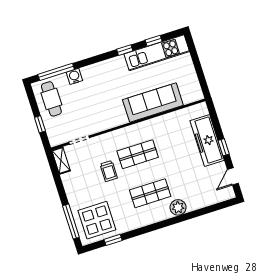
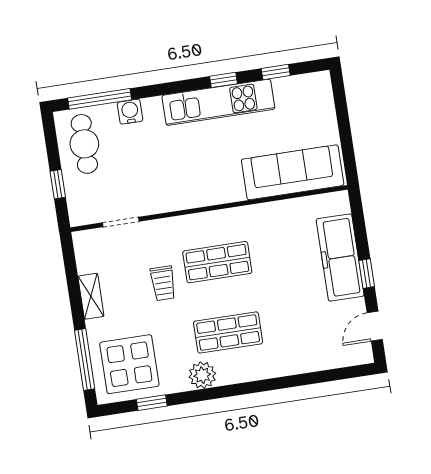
kitchen unit: (157, 53) -> (218, 102), moved
sofa: (153, 103) -> (293, 172), moved
shelving: (61, 161) -> (91, 296), moved
plant: (178, 207) -> (202, 375), moved

